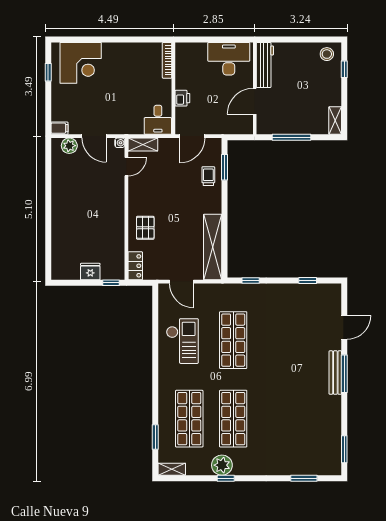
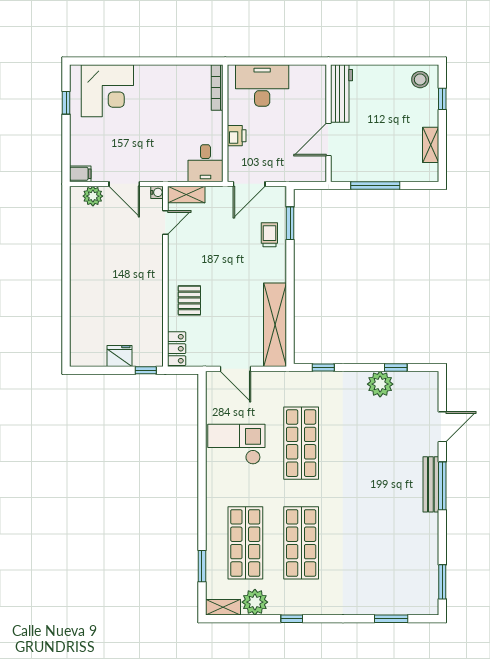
desk: (229, 59) -> (262, 86), moved
shelving: (335, 121) -> (431, 145), moved
plant: (295, 294) -> (380, 384), added
checkout: (182, 341) -> (236, 444), turned -90
plant: (222, 465) -> (255, 602), moved

